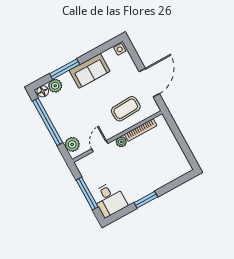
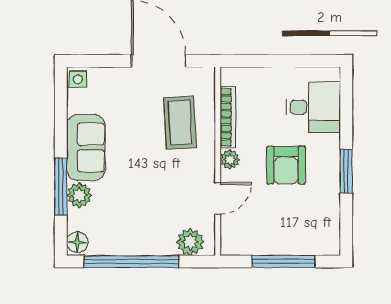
plant: (55, 86) -> (79, 195), moved
door: (100, 146) -> (218, 198), swing flipped
armchair: (133, 170) -> (286, 165), added
desk: (109, 199) -> (313, 107), moved

